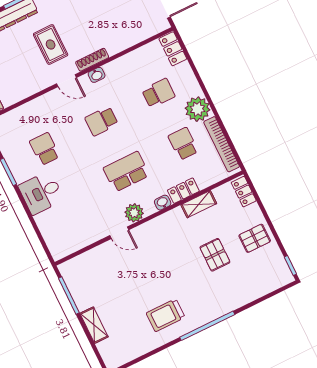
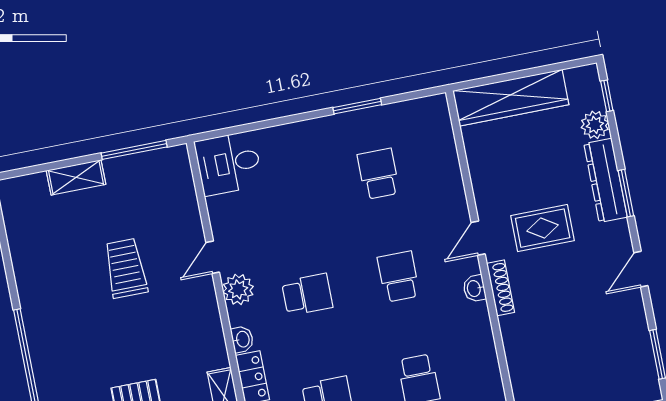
school desk: (45, 149) -> (378, 174), turned -90
school desk: (126, 172) -> (307, 295), width x0.54
desk: (41, 193) -> (229, 163), moved, turned -90
trolley: (166, 315) -> (126, 268), moved

